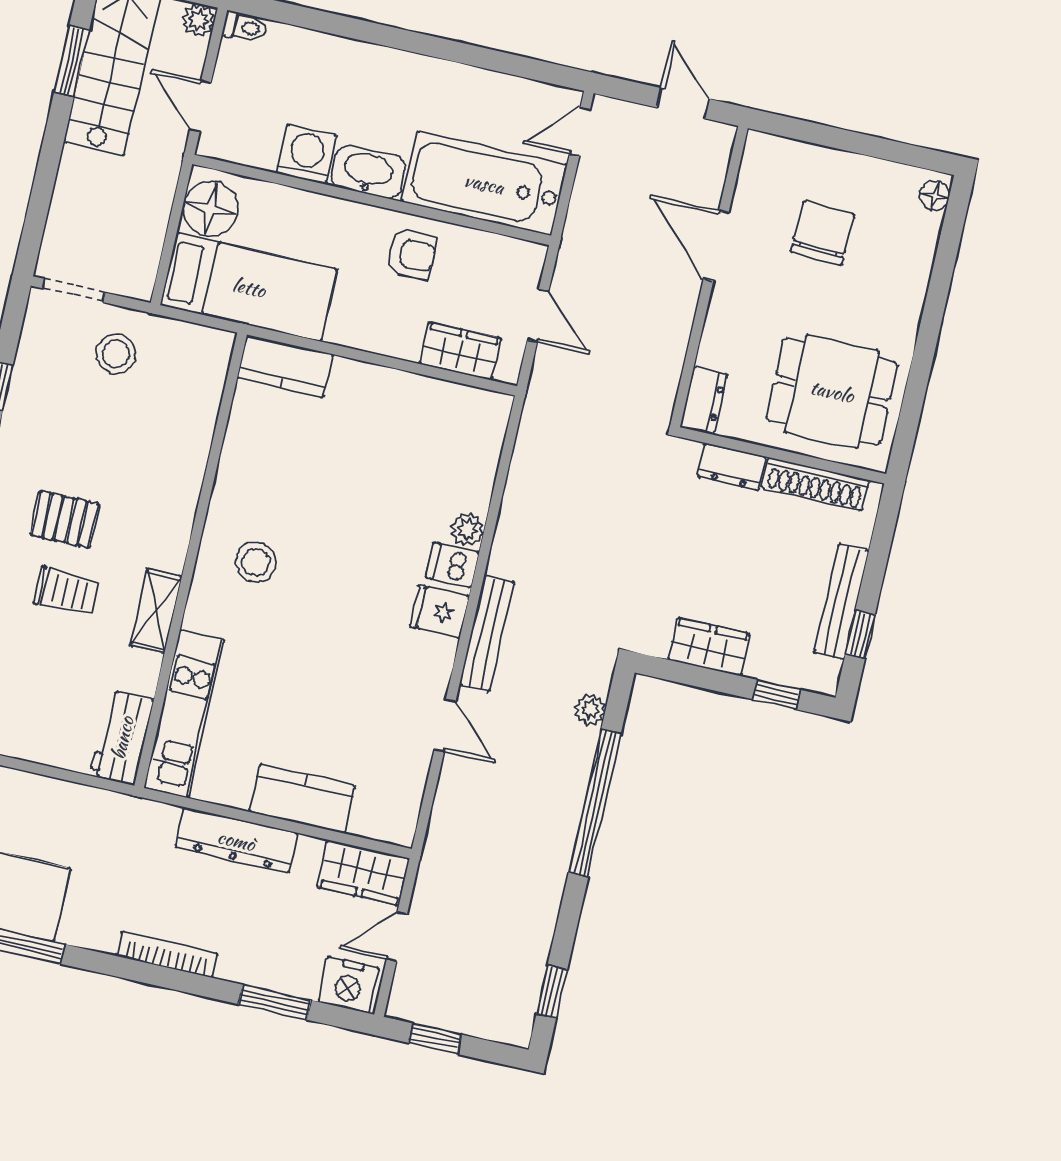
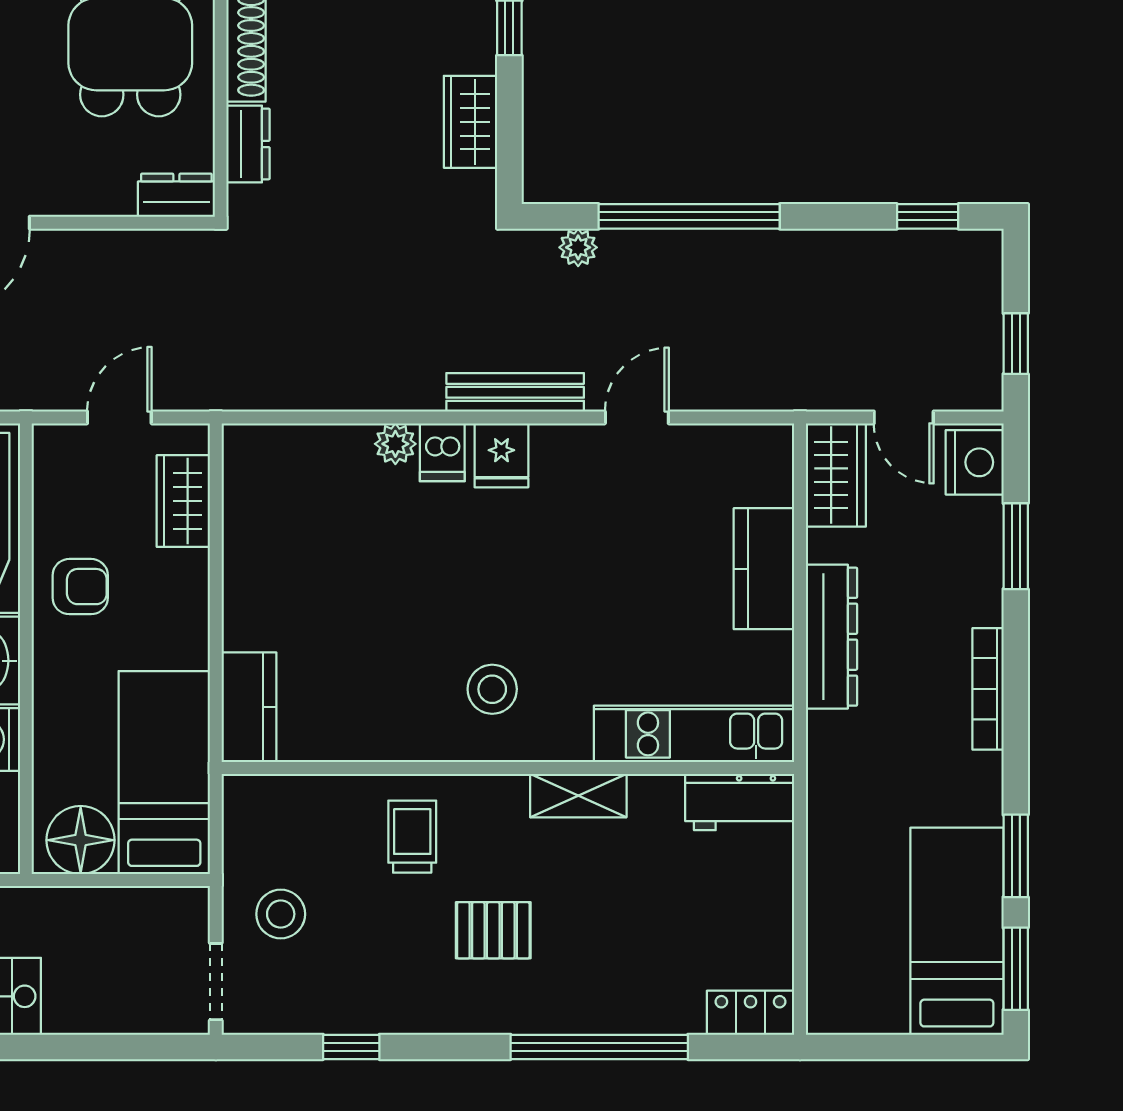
armchair: (411, 254) -> (80, 587), turned 90
pallet: (65, 519) -> (493, 930), turned 90
trolley: (66, 591) -> (412, 837), moved

